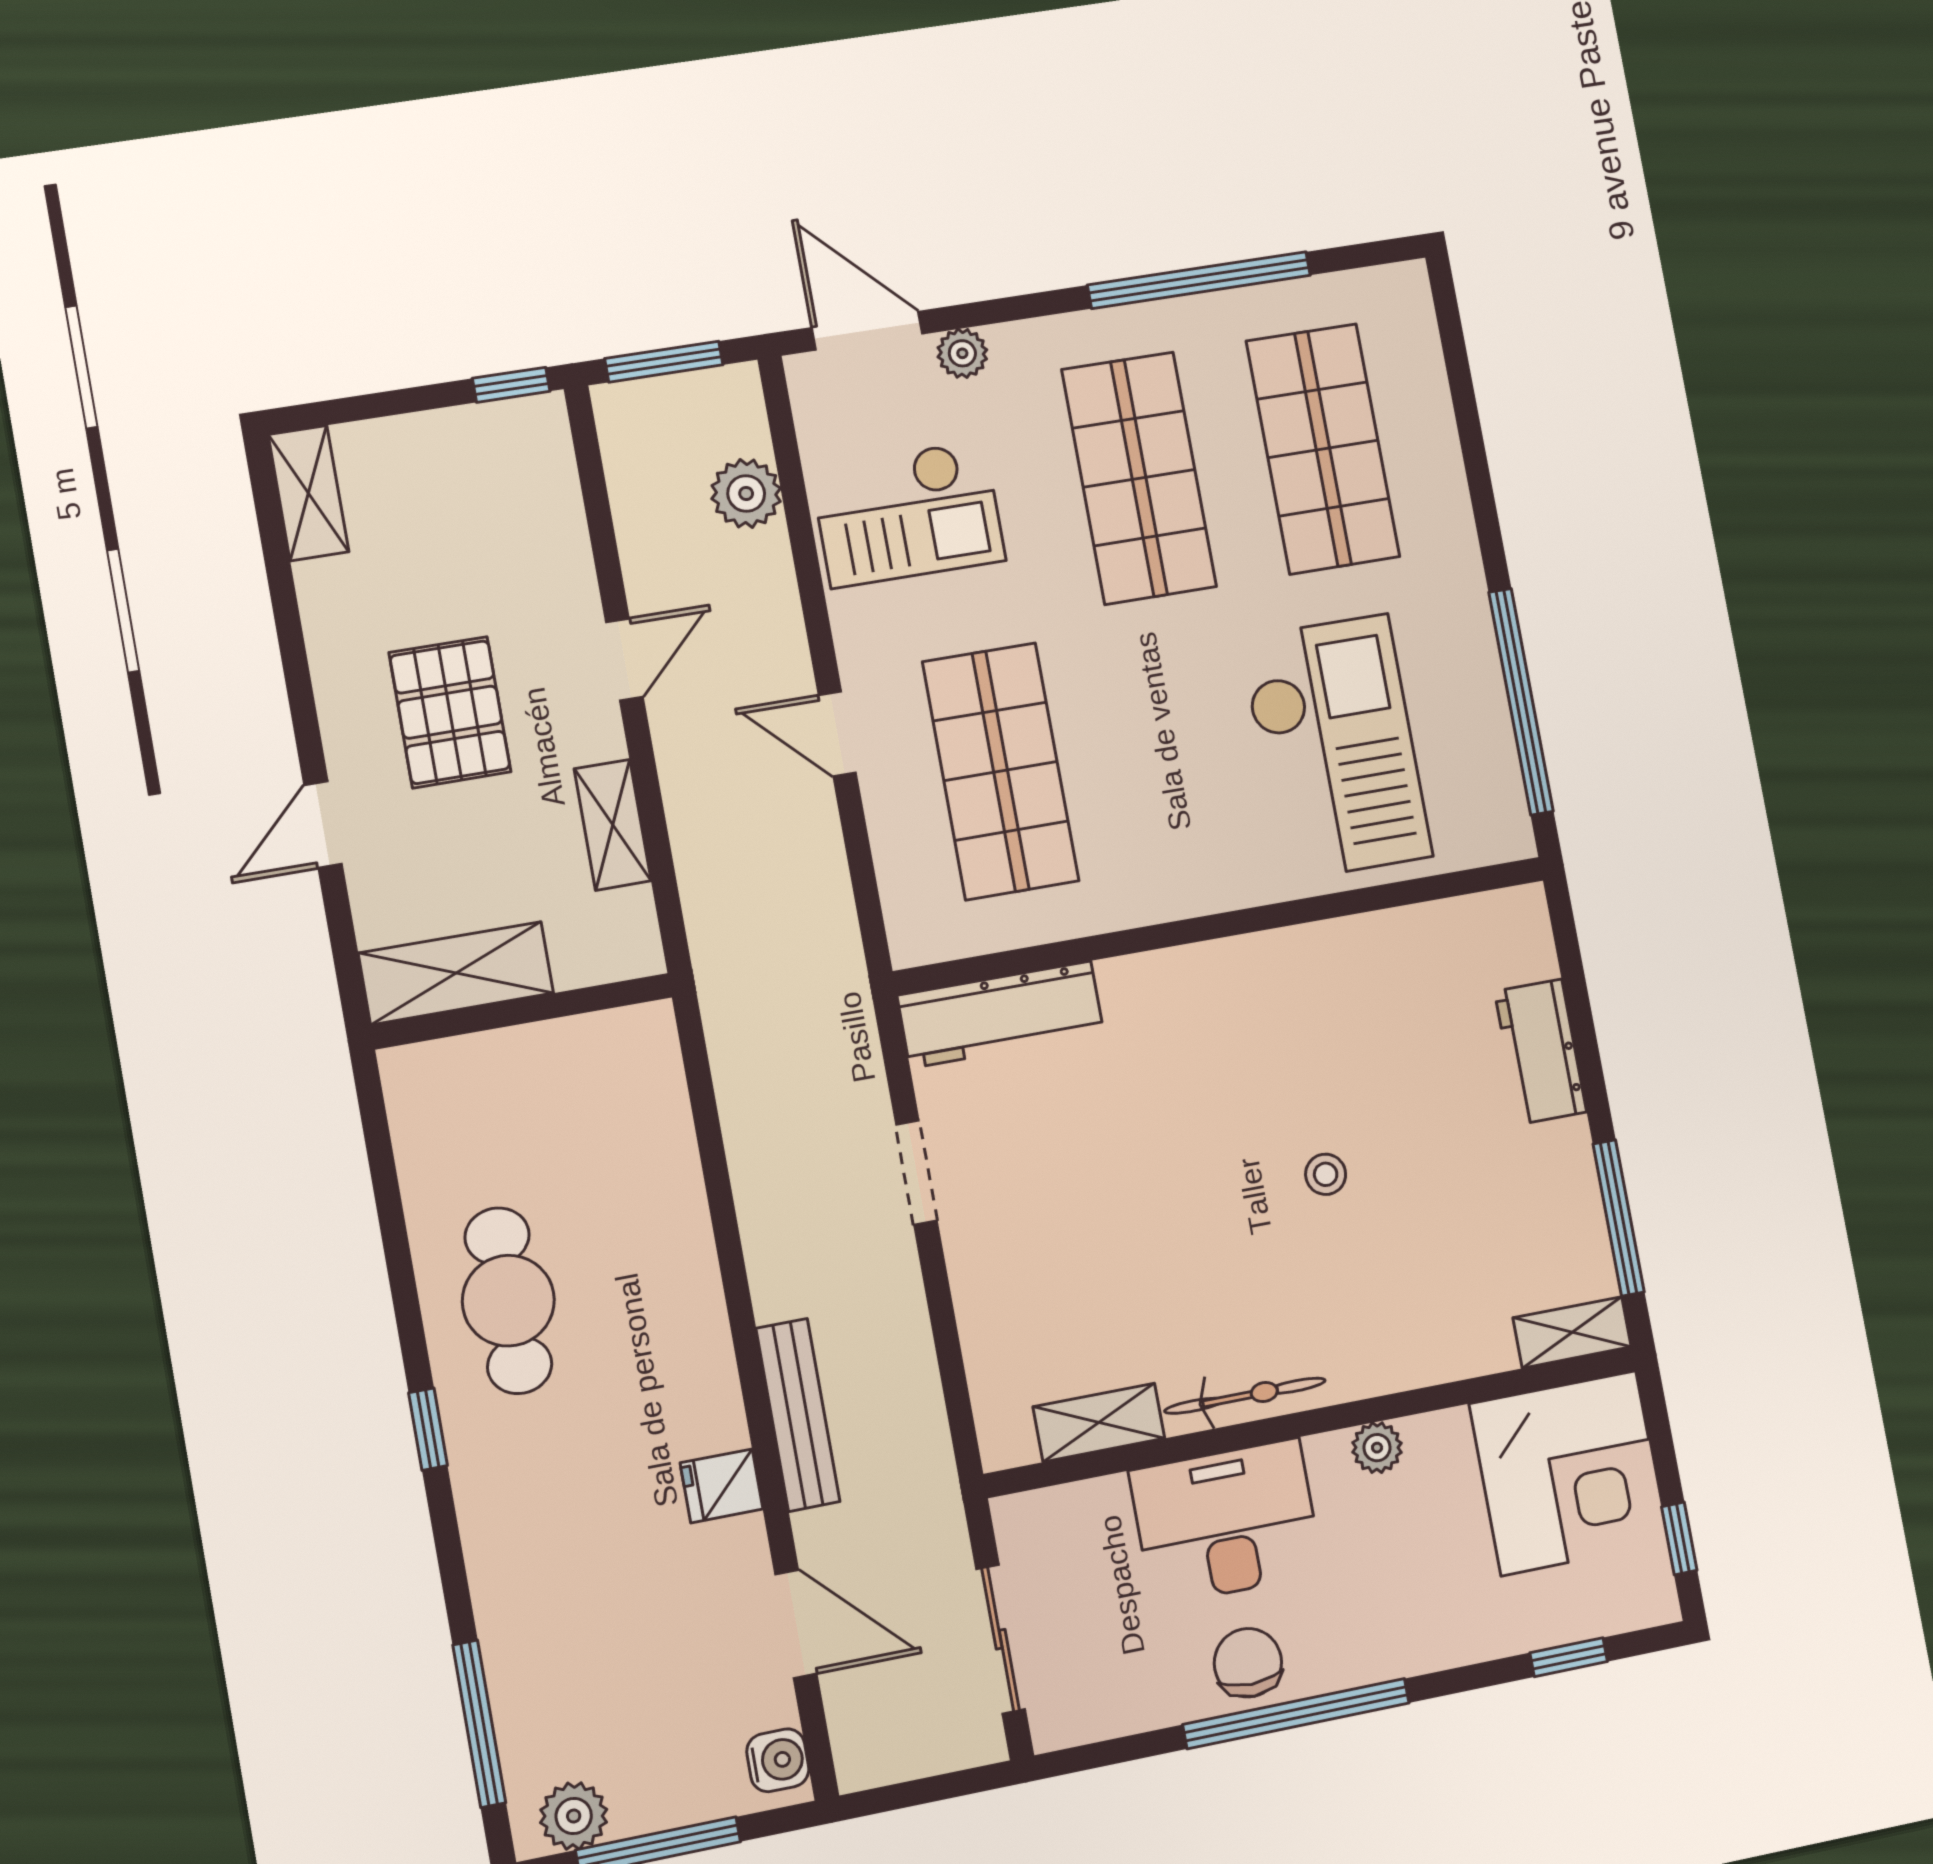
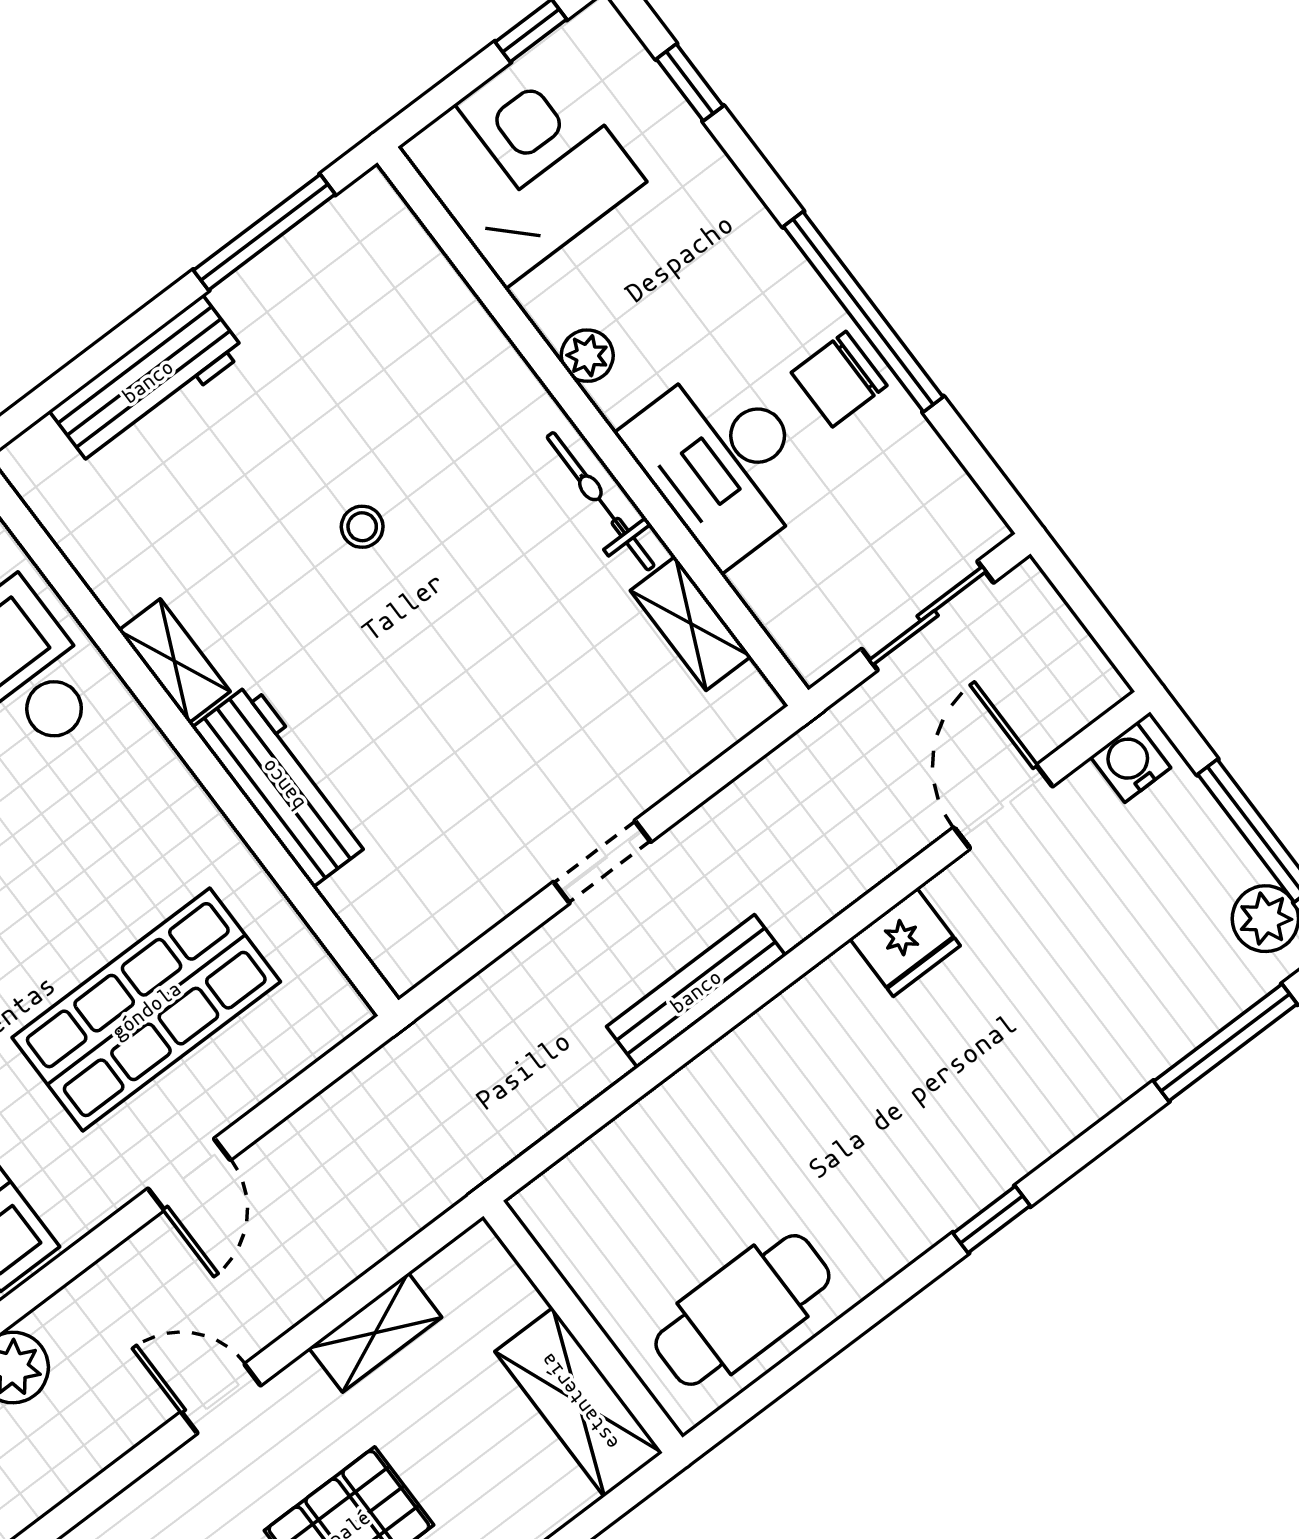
workbench: (1001, 1015) -> (282, 785), moved
workbench: (1541, 1052) -> (148, 381), width x1.38
doorway: (916, 1173) -> (602, 862), moved
cafe table: (508, 1301) -> (742, 1310), moved
shelving: (1572, 1332) -> (174, 661), moved
bench: (798, 1415) -> (696, 991), moved
fridge: (721, 1486) -> (905, 942), width x1.38

